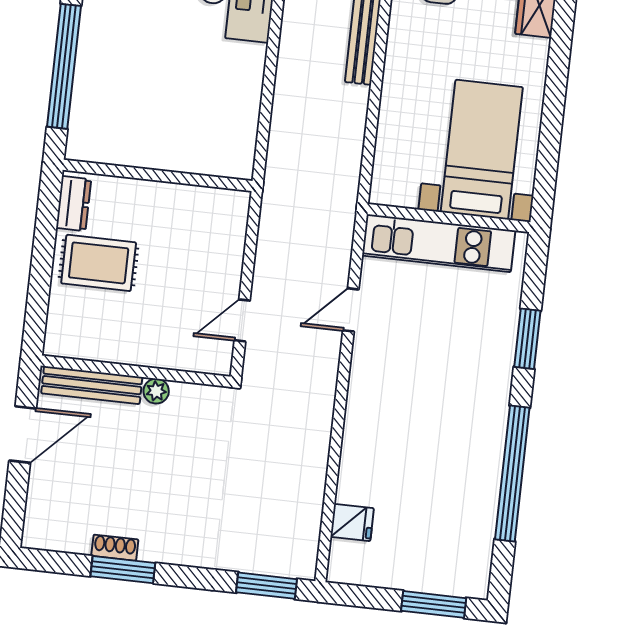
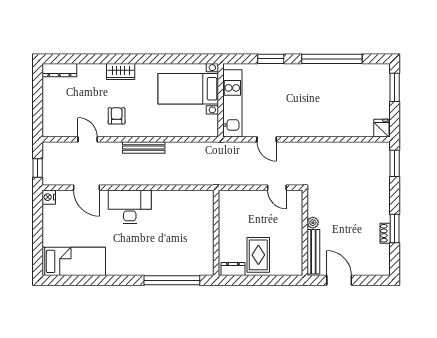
fridge: (352, 523) -> (381, 128), moved

